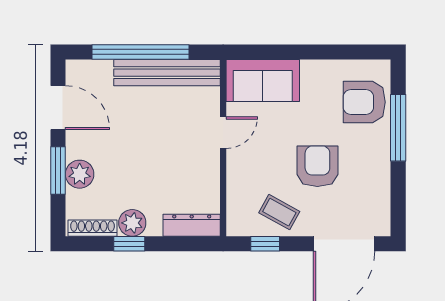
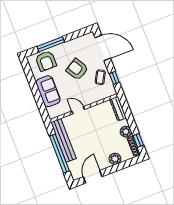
sofa: (263, 81) -> (48, 91), moved
armchair: (317, 166) -> (77, 69), turned 59
window: (58, 170) -> (117, 168), removed
window: (129, 244) -> (138, 140), moved

